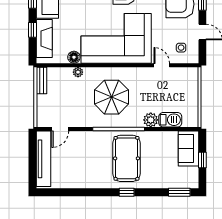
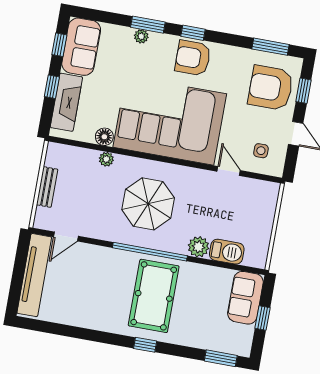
bench: (41, 80) -> (47, 187), moved

